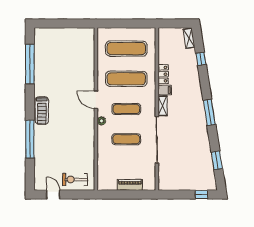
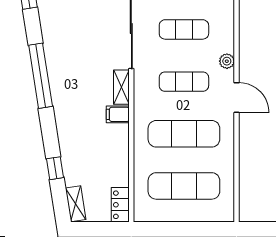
locker: (163, 74) -> (120, 205), moved
window: (209, 112) -> (41, 76), width x1.46

